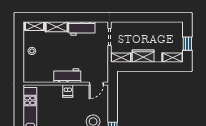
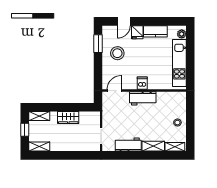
shelving: (121, 58) -> (39, 147), moved

